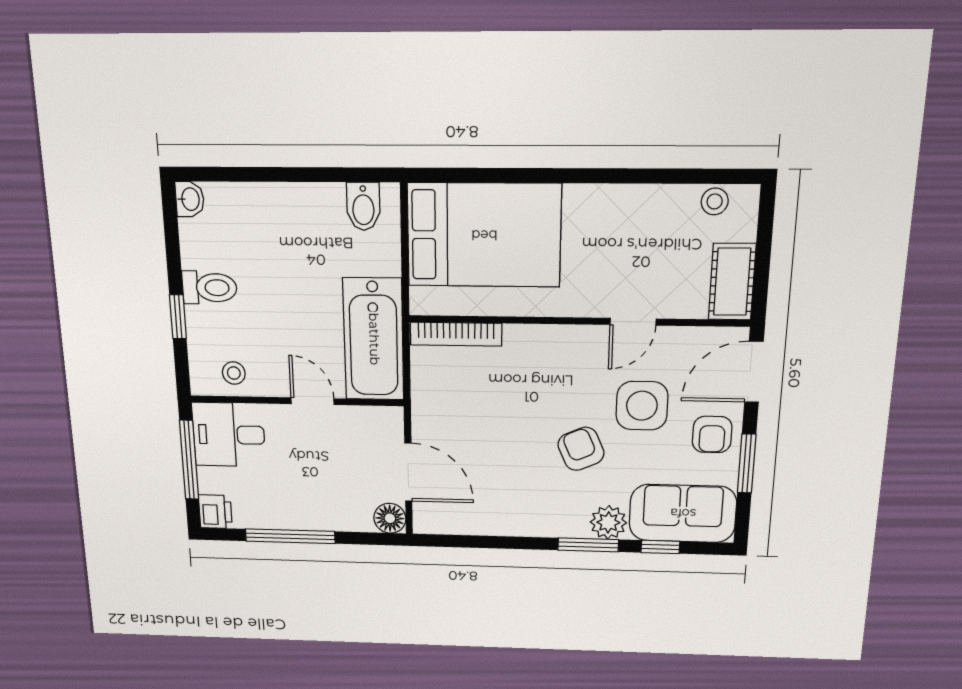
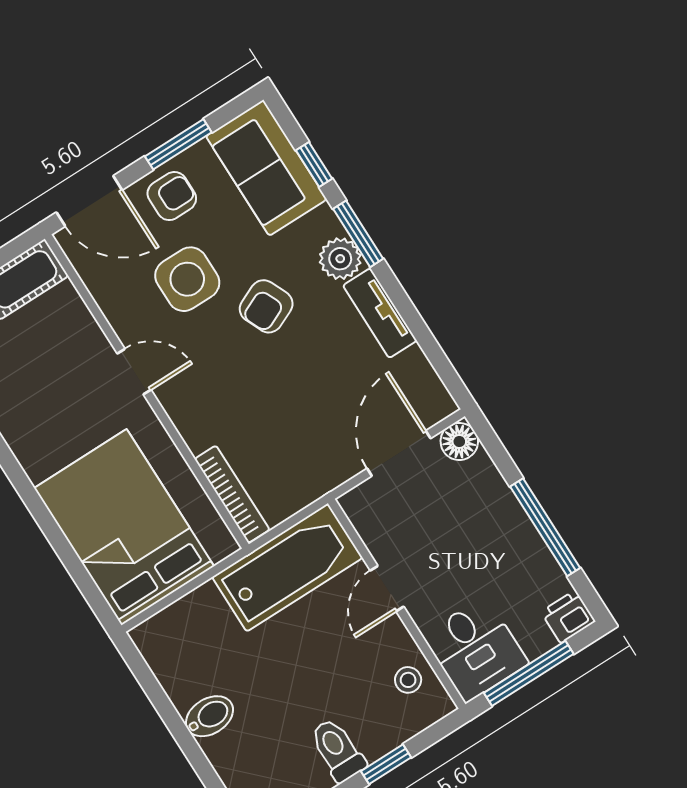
bidet: (363, 206) -> (209, 716), moved
door: (633, 322) -> (134, 372), moved
plant: (608, 522) -> (340, 259), moved
tv unit: (520, 523) -> (380, 313), added

